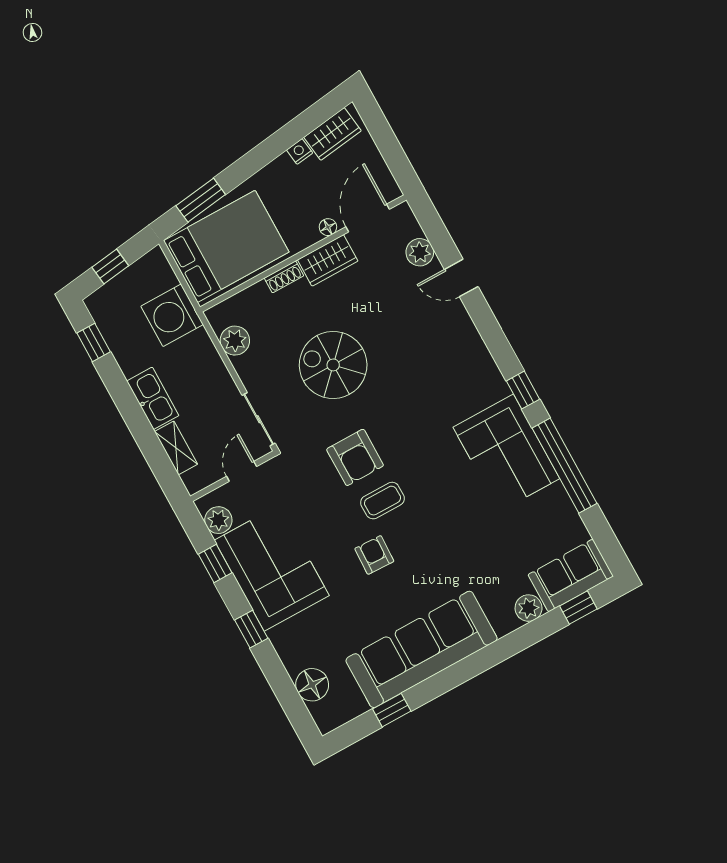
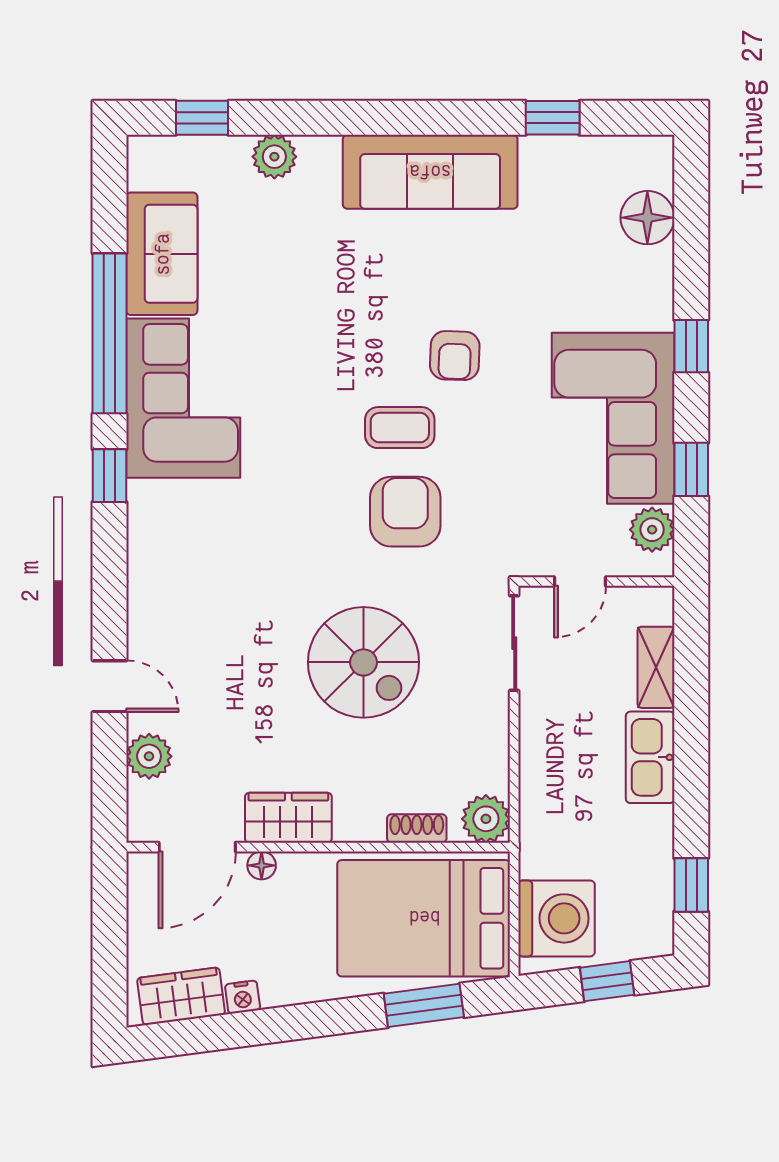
shoe rack: (284, 277) -> (417, 828), moved
washing machine: (172, 315) -> (556, 918), moved
plant: (235, 341) -> (486, 819), moved
sofa: (571, 575) -> (162, 254), moved, turned -90
sofa: (422, 649) -> (430, 172), width x0.74, depth x0.79

